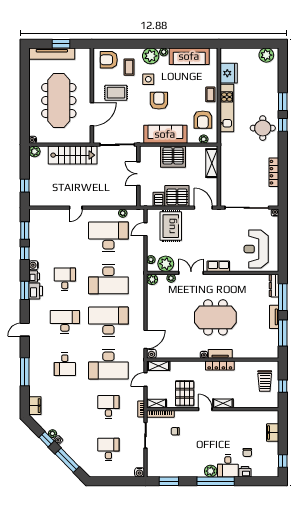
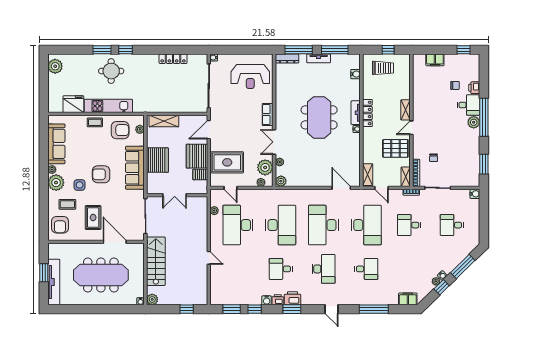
round table: (263, 128) -> (111, 71), moved
desk: (65, 322) -> (323, 269), turned 180
water cooler: (151, 354) -> (356, 74), moved

